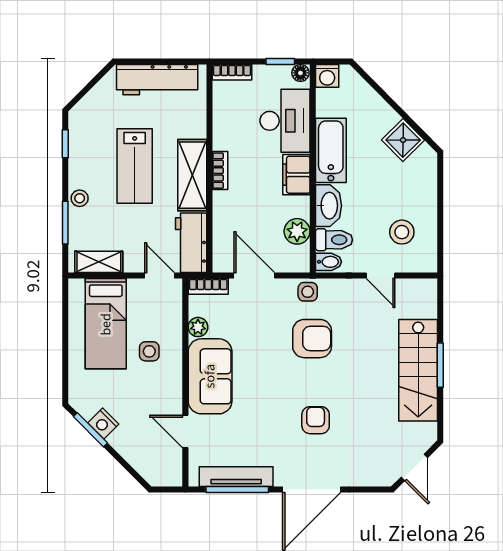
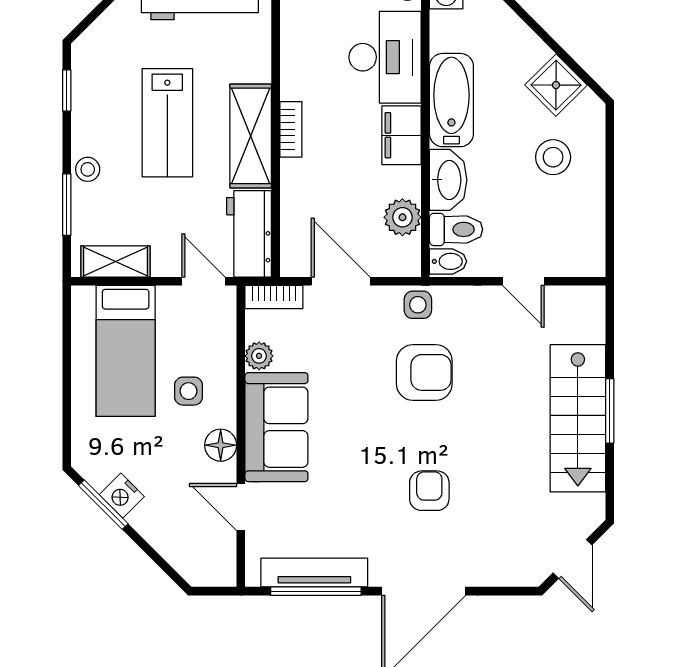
stool: (402, 232) -> (553, 157), moved
floor lamp: (171, 389) -> (221, 445), added

